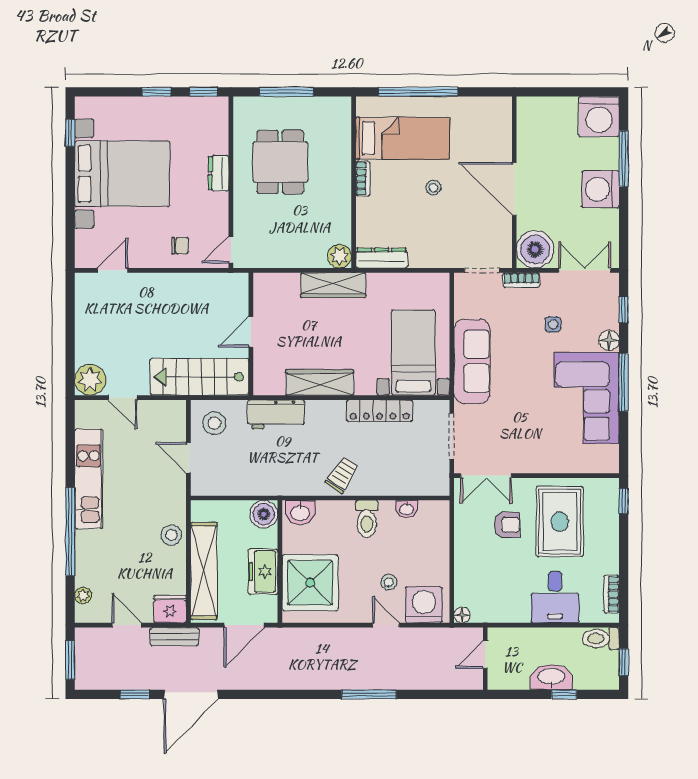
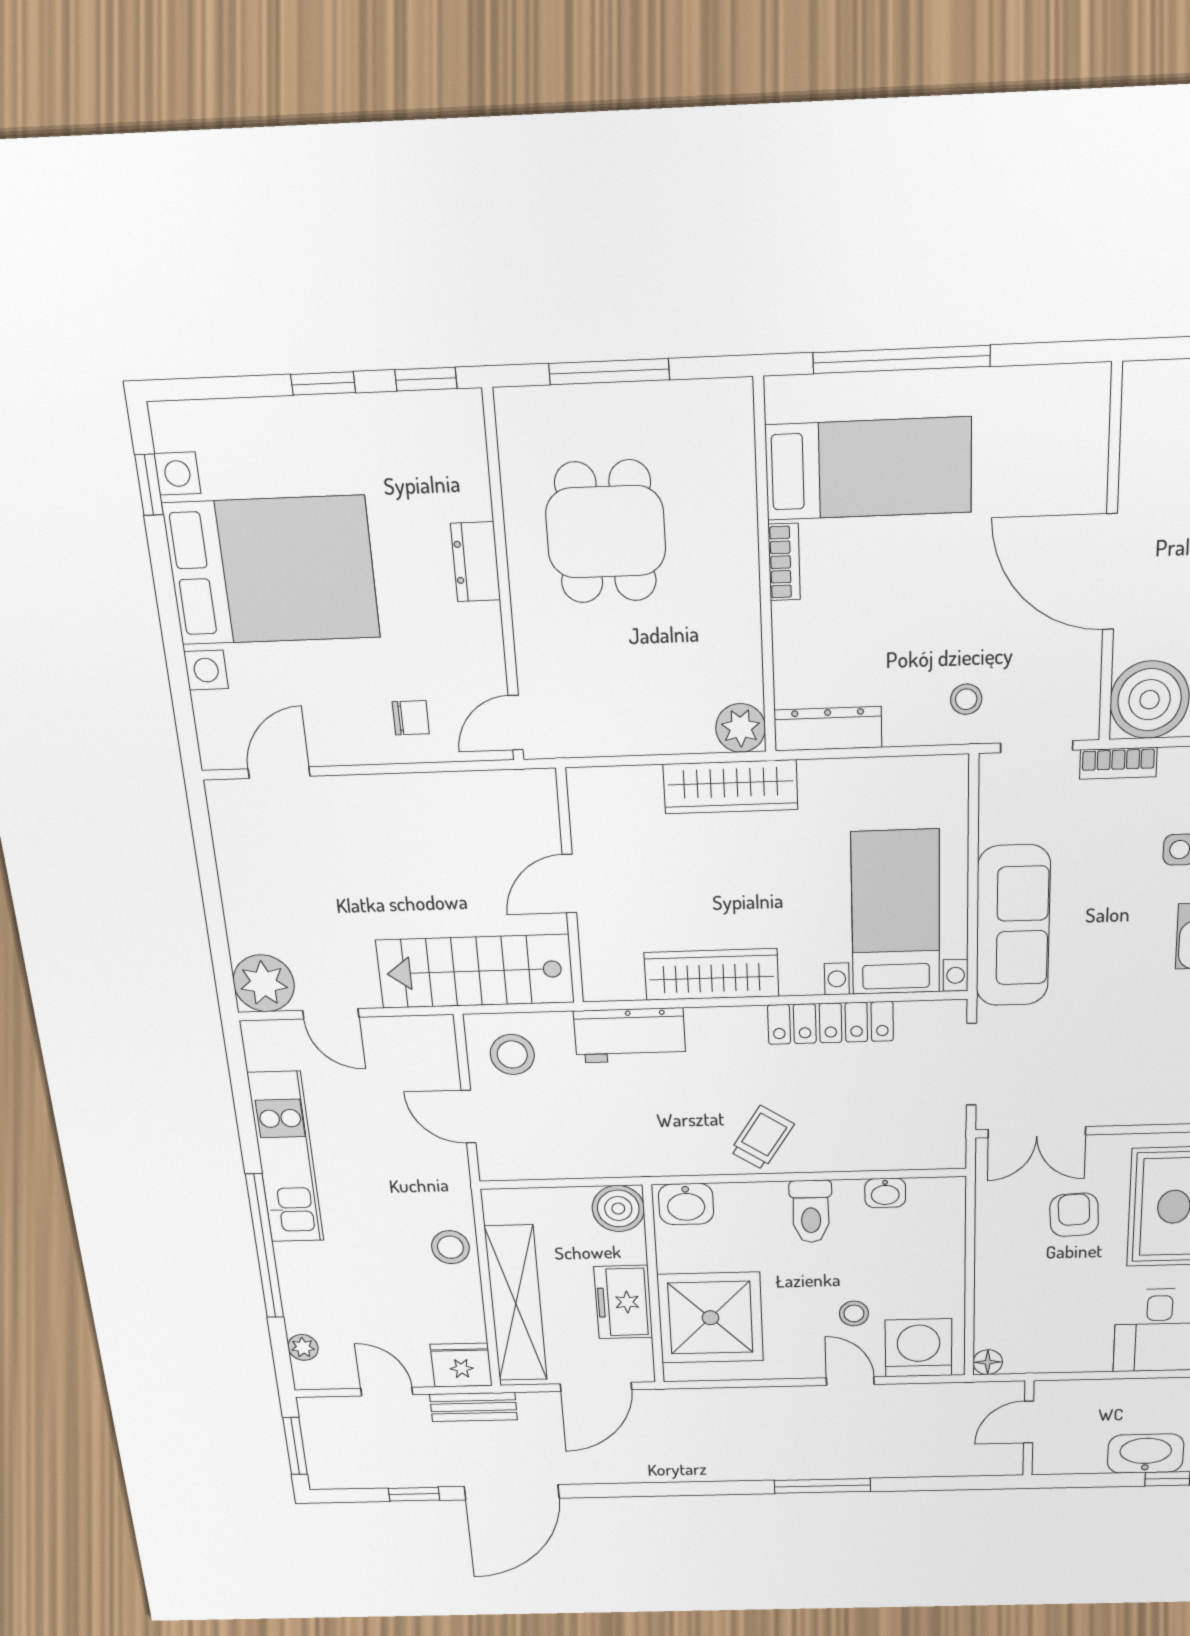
stool: (433, 188) -> (966, 699), moved
armchair: (507, 525) -> (1074, 1215), turned -93

